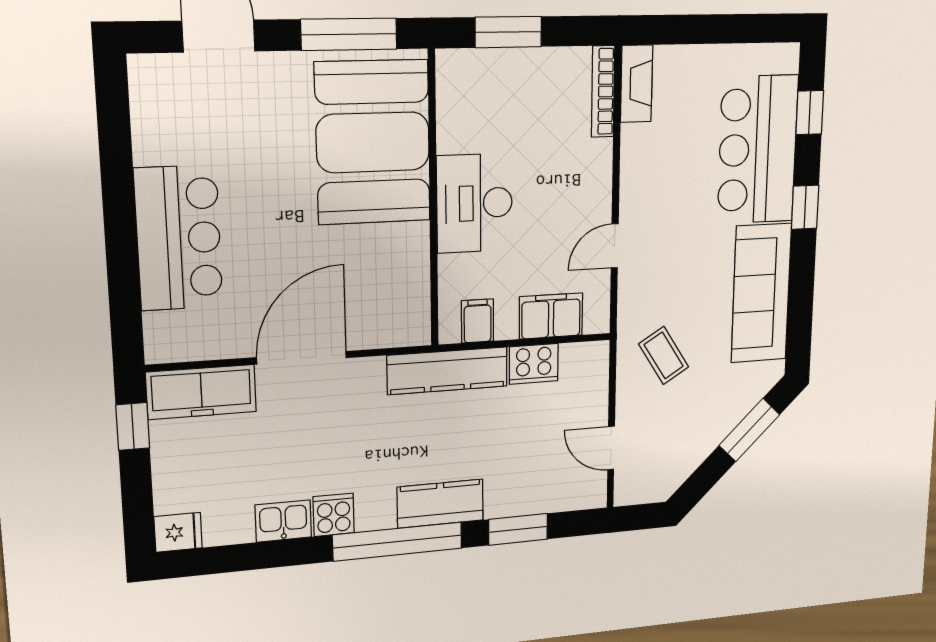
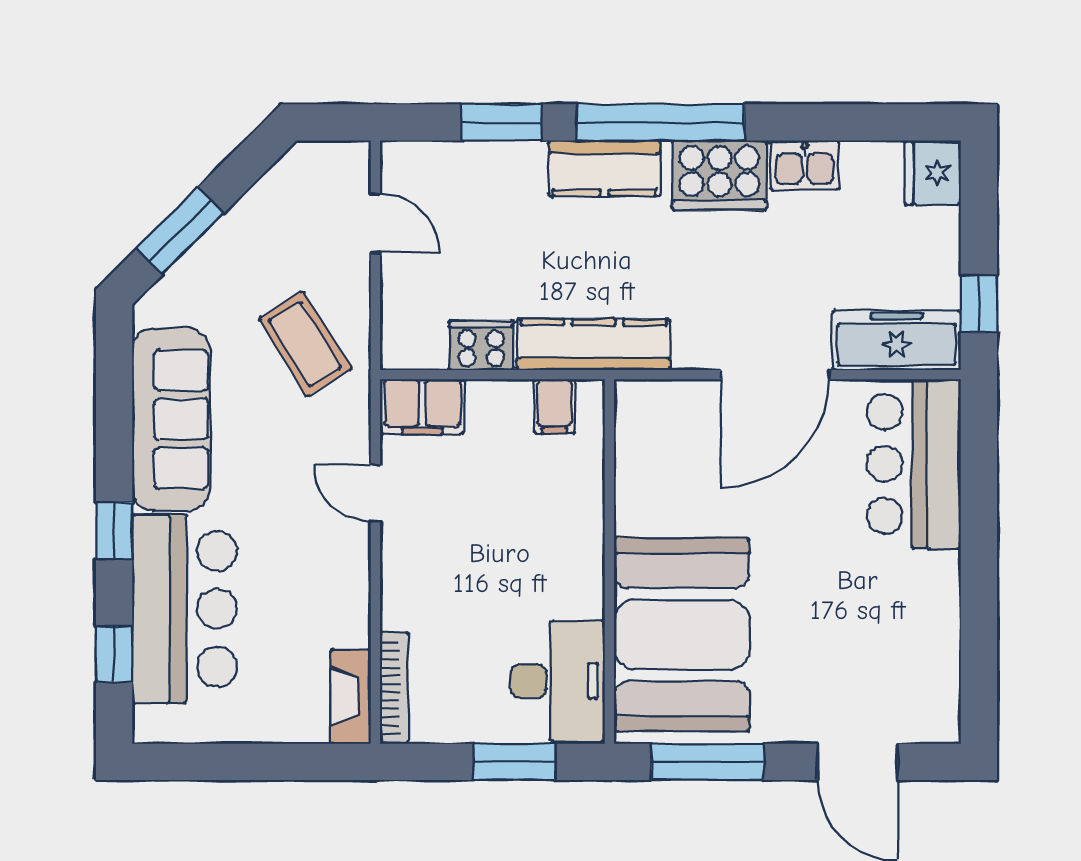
desk: (475, 203) -> (558, 681), moved
bar counter: (179, 238) -> (914, 464), moved
door: (615, 246) -> (375, 493), swing flipped
filing cabinet: (551, 316) -> (422, 407), moved
coffee table: (664, 355) -> (305, 344), width x1.36, depth x1.30
cooker: (334, 515) -> (719, 175), width x1.87, depth x1.31
fridge: (178, 532) -> (933, 173), width x1.38

